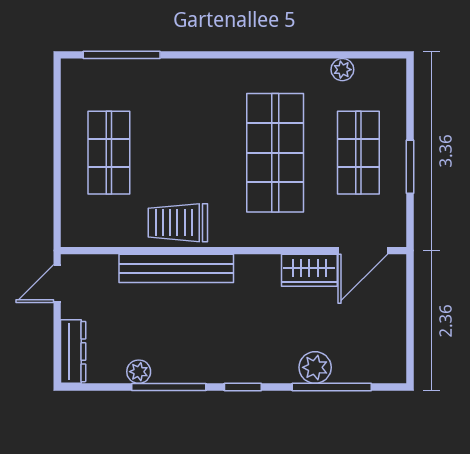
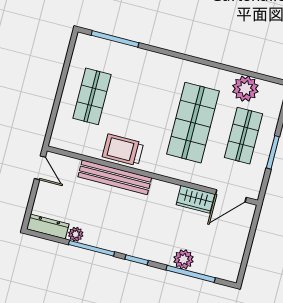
plant: (342, 70) -> (245, 89), width x1.88, depth x1.88
door: (57, 284) -> (40, 168), swing flipped
dresser: (73, 352) -> (48, 227), moved, turned -90

